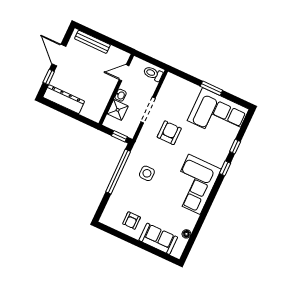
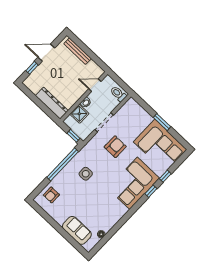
door: (59, 55) -> (46, 53), hinge flipped
dresser: (64, 99) -> (52, 103), moved
corner sofa: (194, 184) -> (134, 183), moved
armchair: (132, 221) -> (51, 195), moved

